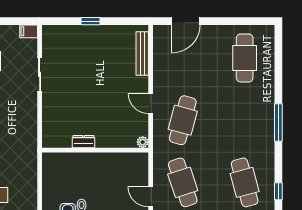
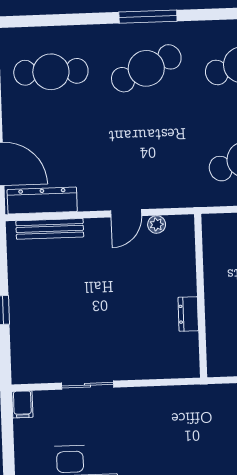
dresser: (161, 49) -> (42, 201), added
cafe table: (183, 120) -> (146, 68), moved, turned -39
plant: (143, 142) -> (157, 224), moved

